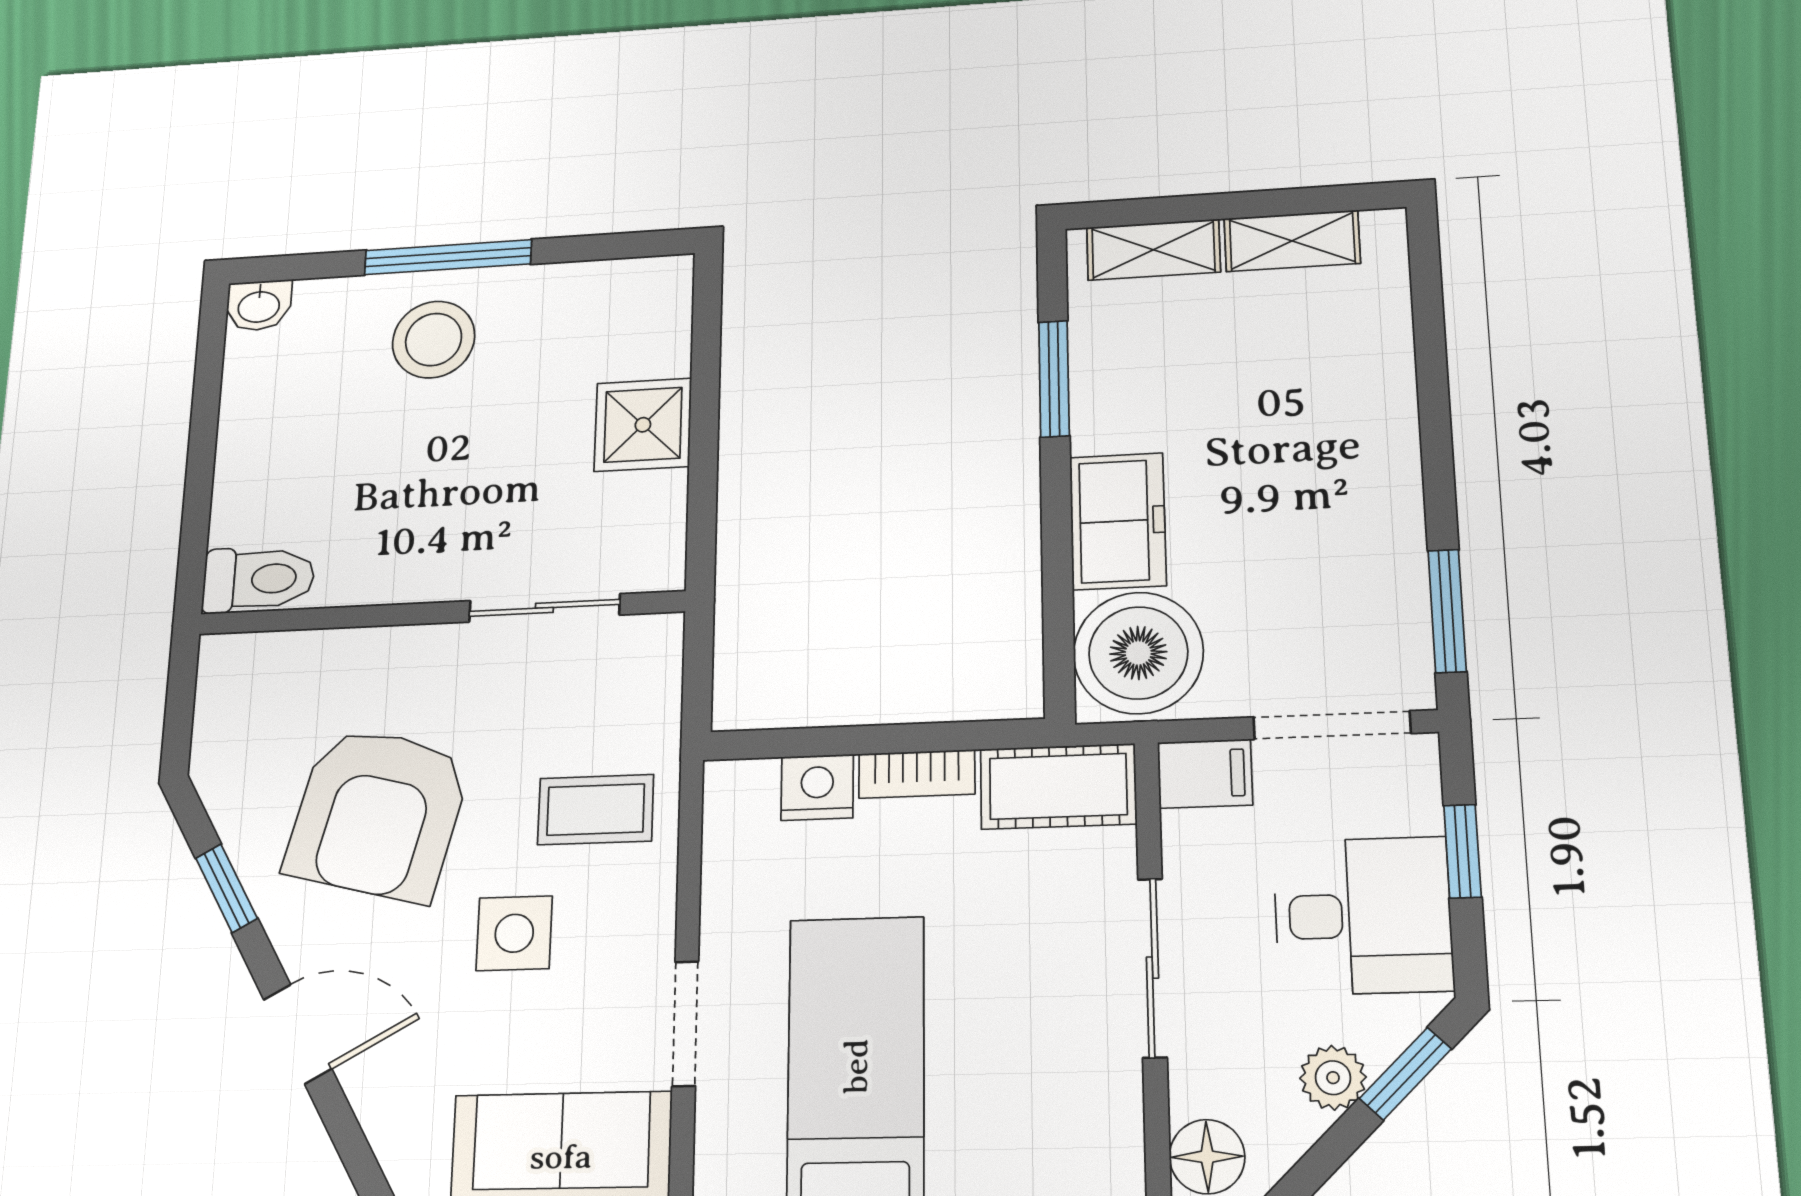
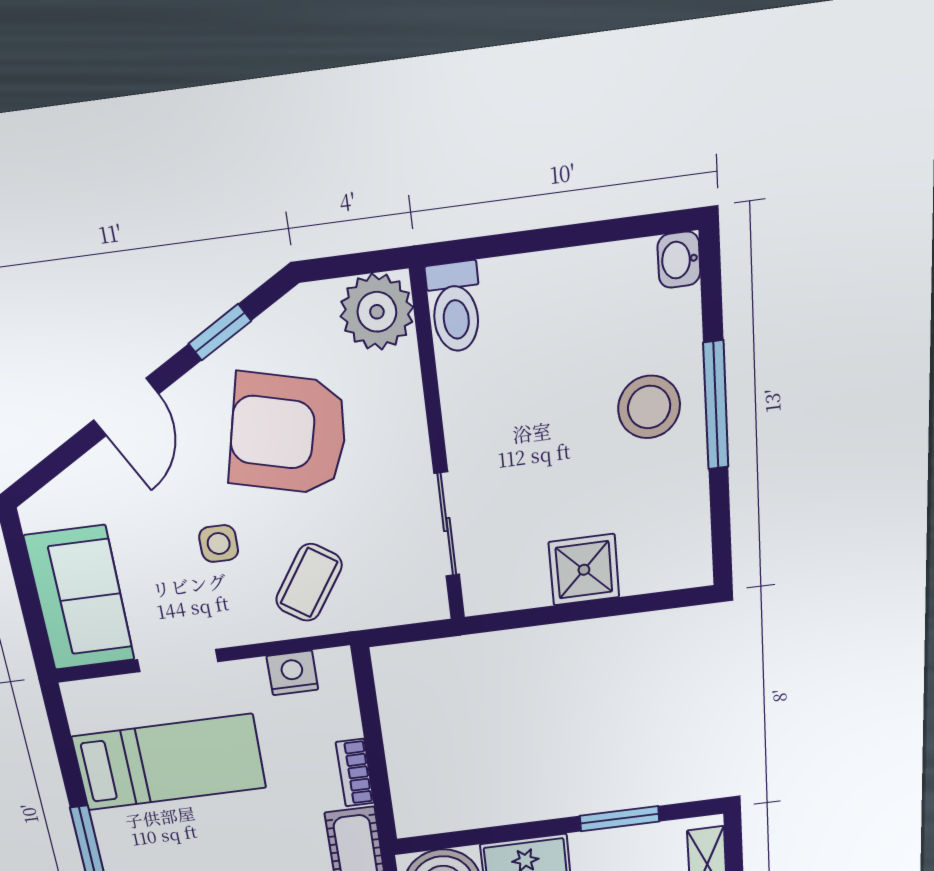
plant: (243, 679) -> (377, 312), added
nightstand: (817, 787) -> (292, 673), moved, turned -90
coffee table: (596, 810) -> (309, 583), turned 34
side table: (514, 933) -> (219, 544), width x0.73, depth x0.73

